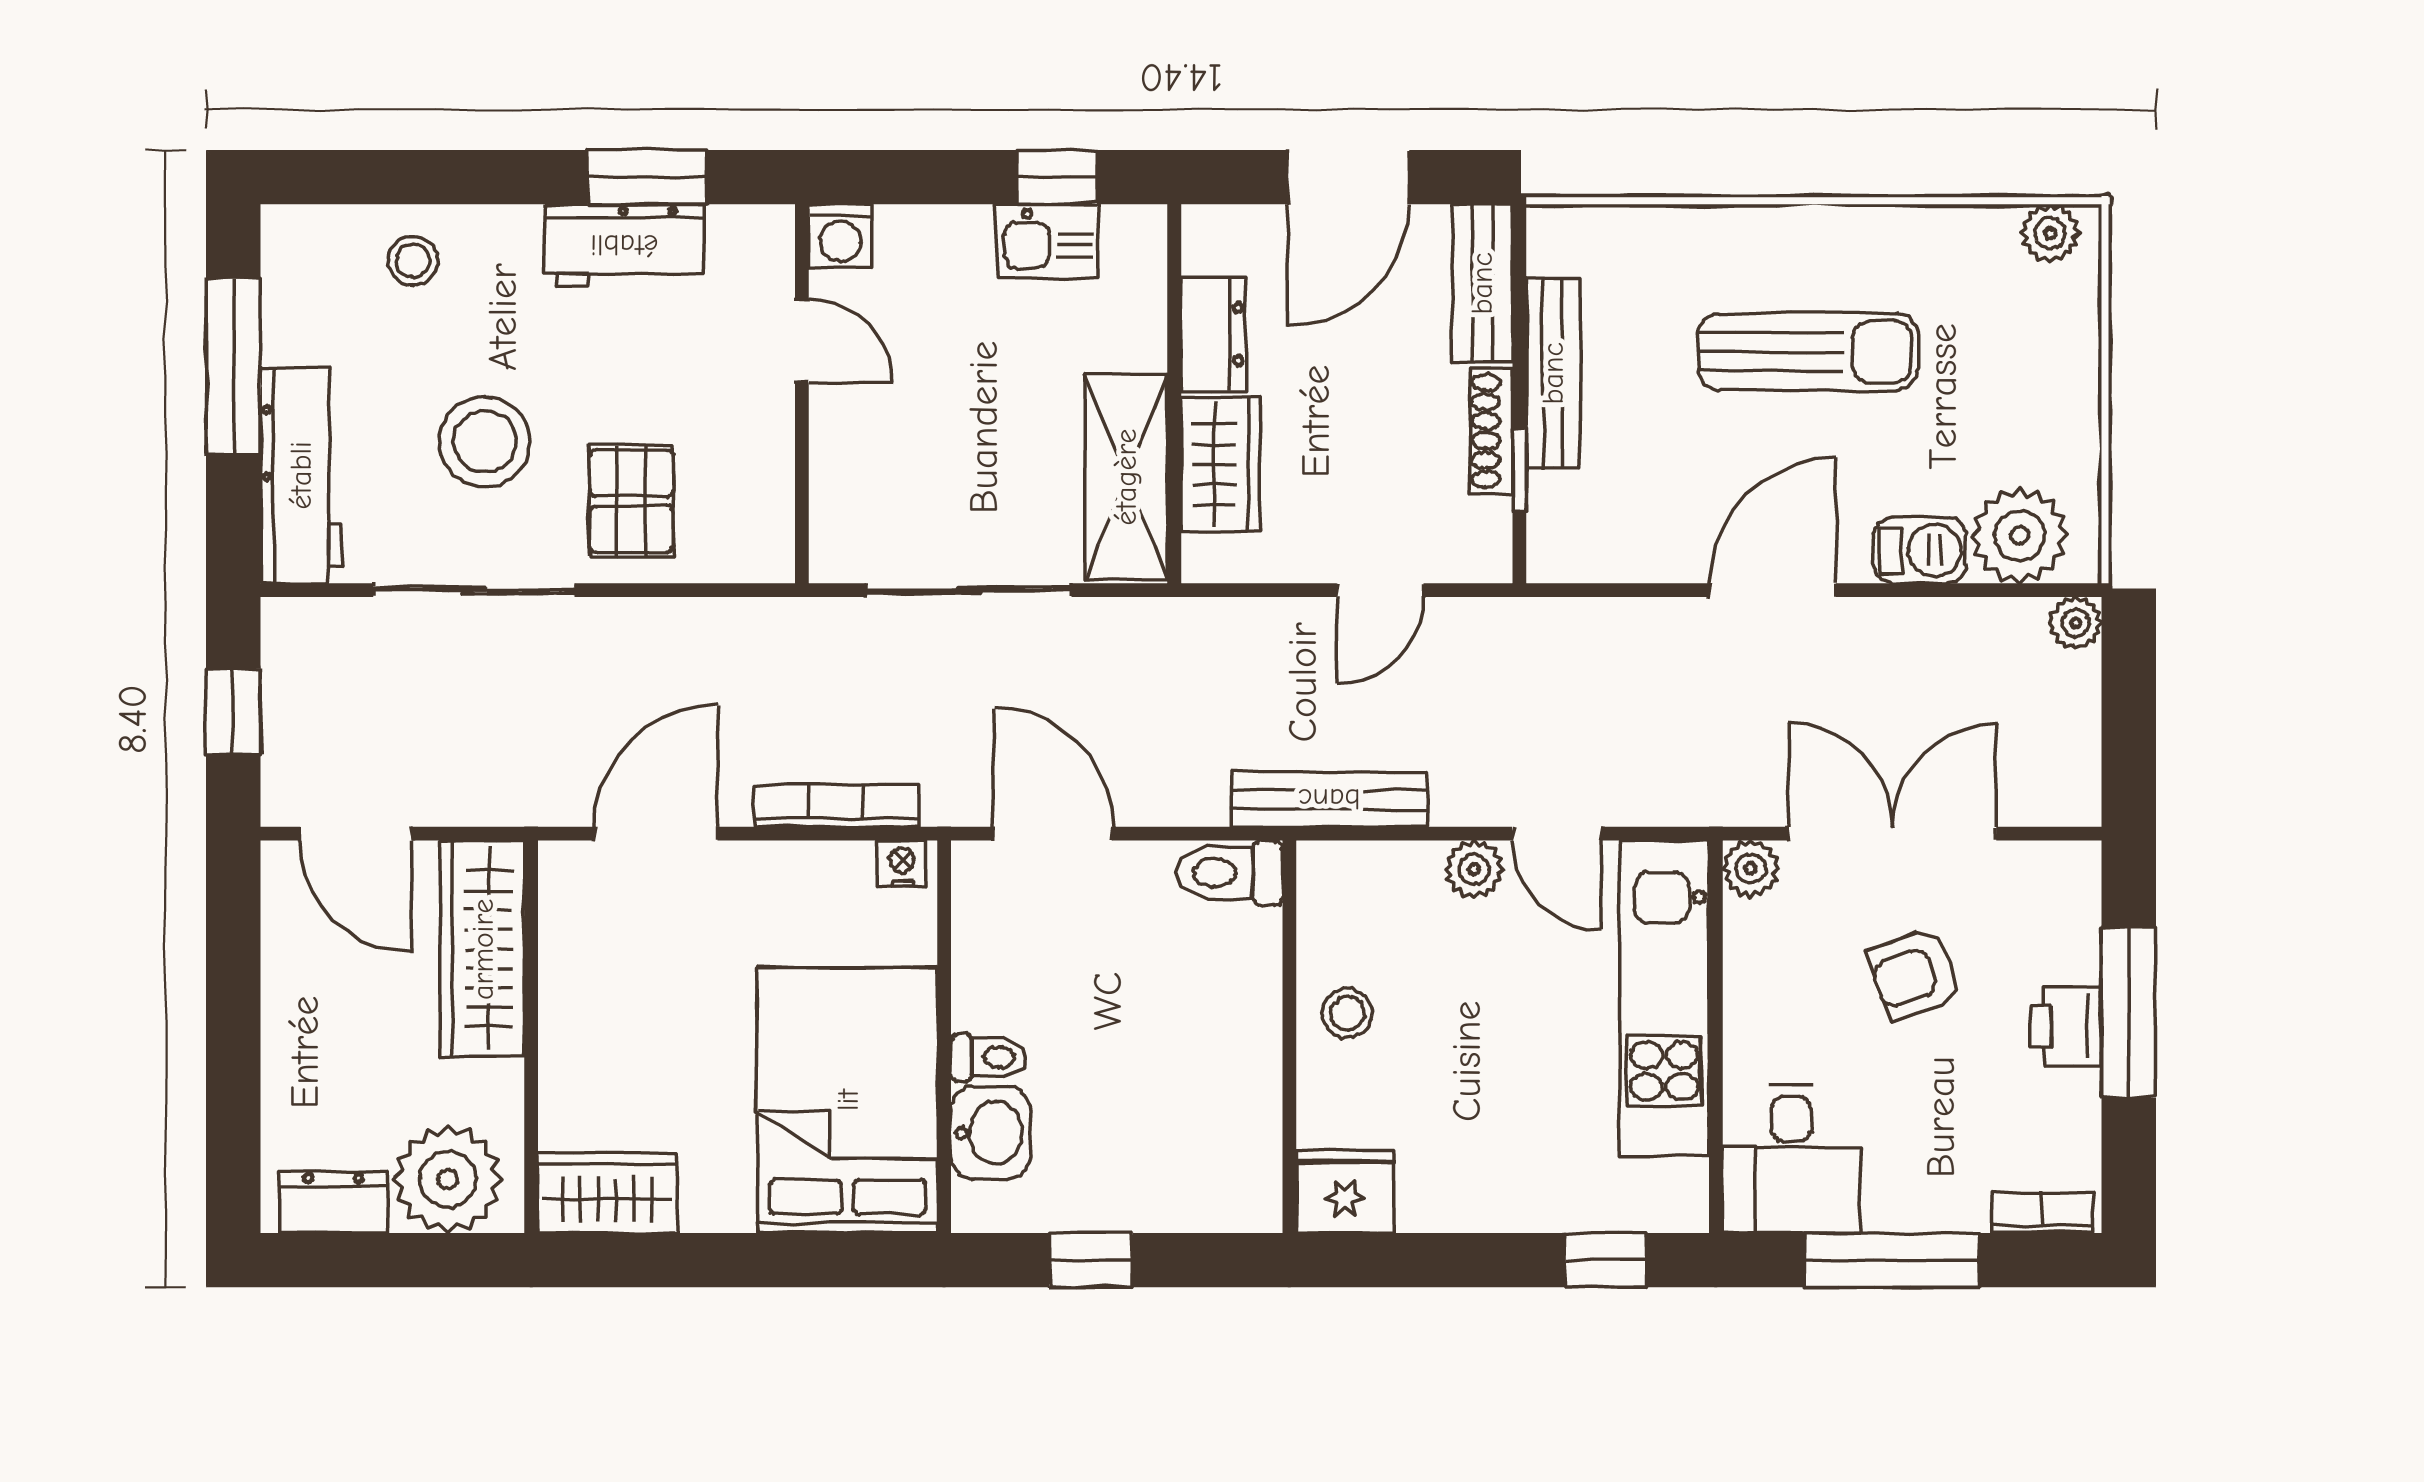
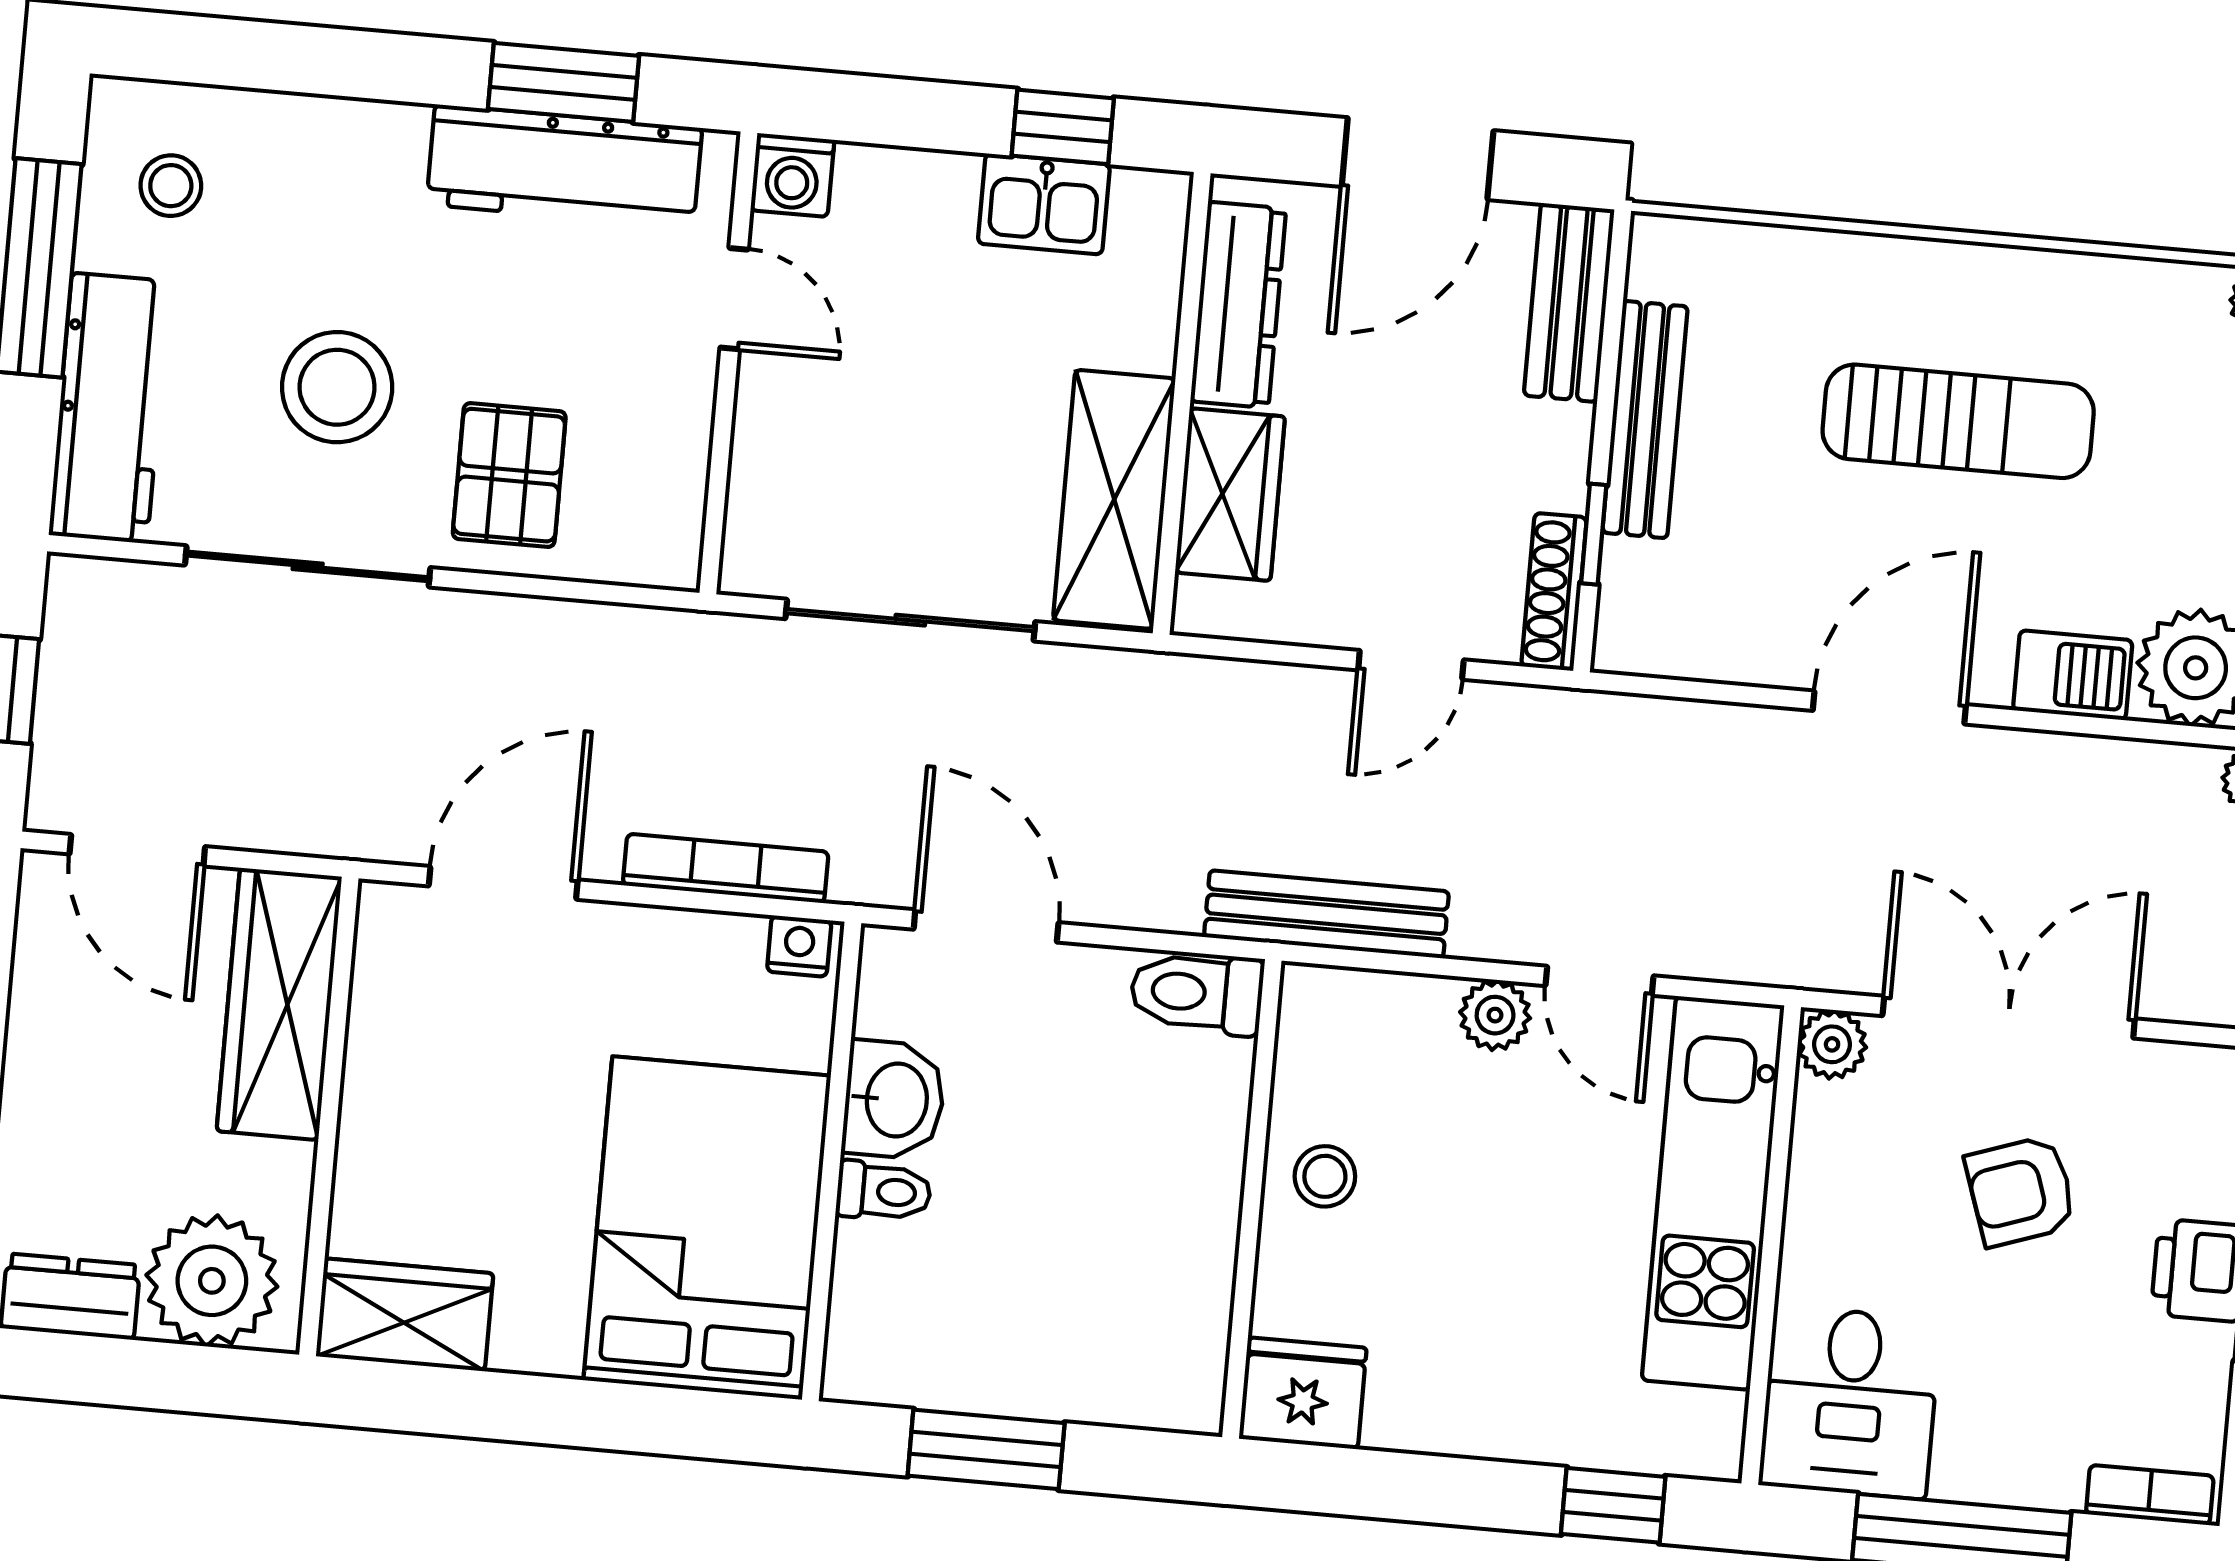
workbench: (624, 245) -> (564, 166), width x1.38
stool: (413, 261) -> (171, 186), moved
dresser: (1213, 334) -> (1238, 305), width x1.44
shoe rack: (1491, 431) -> (1554, 592), moved
washbasin: (990, 1133) -> (894, 1100), moved
window: (1091, 1260) -> (986, 1449), width x1.50

